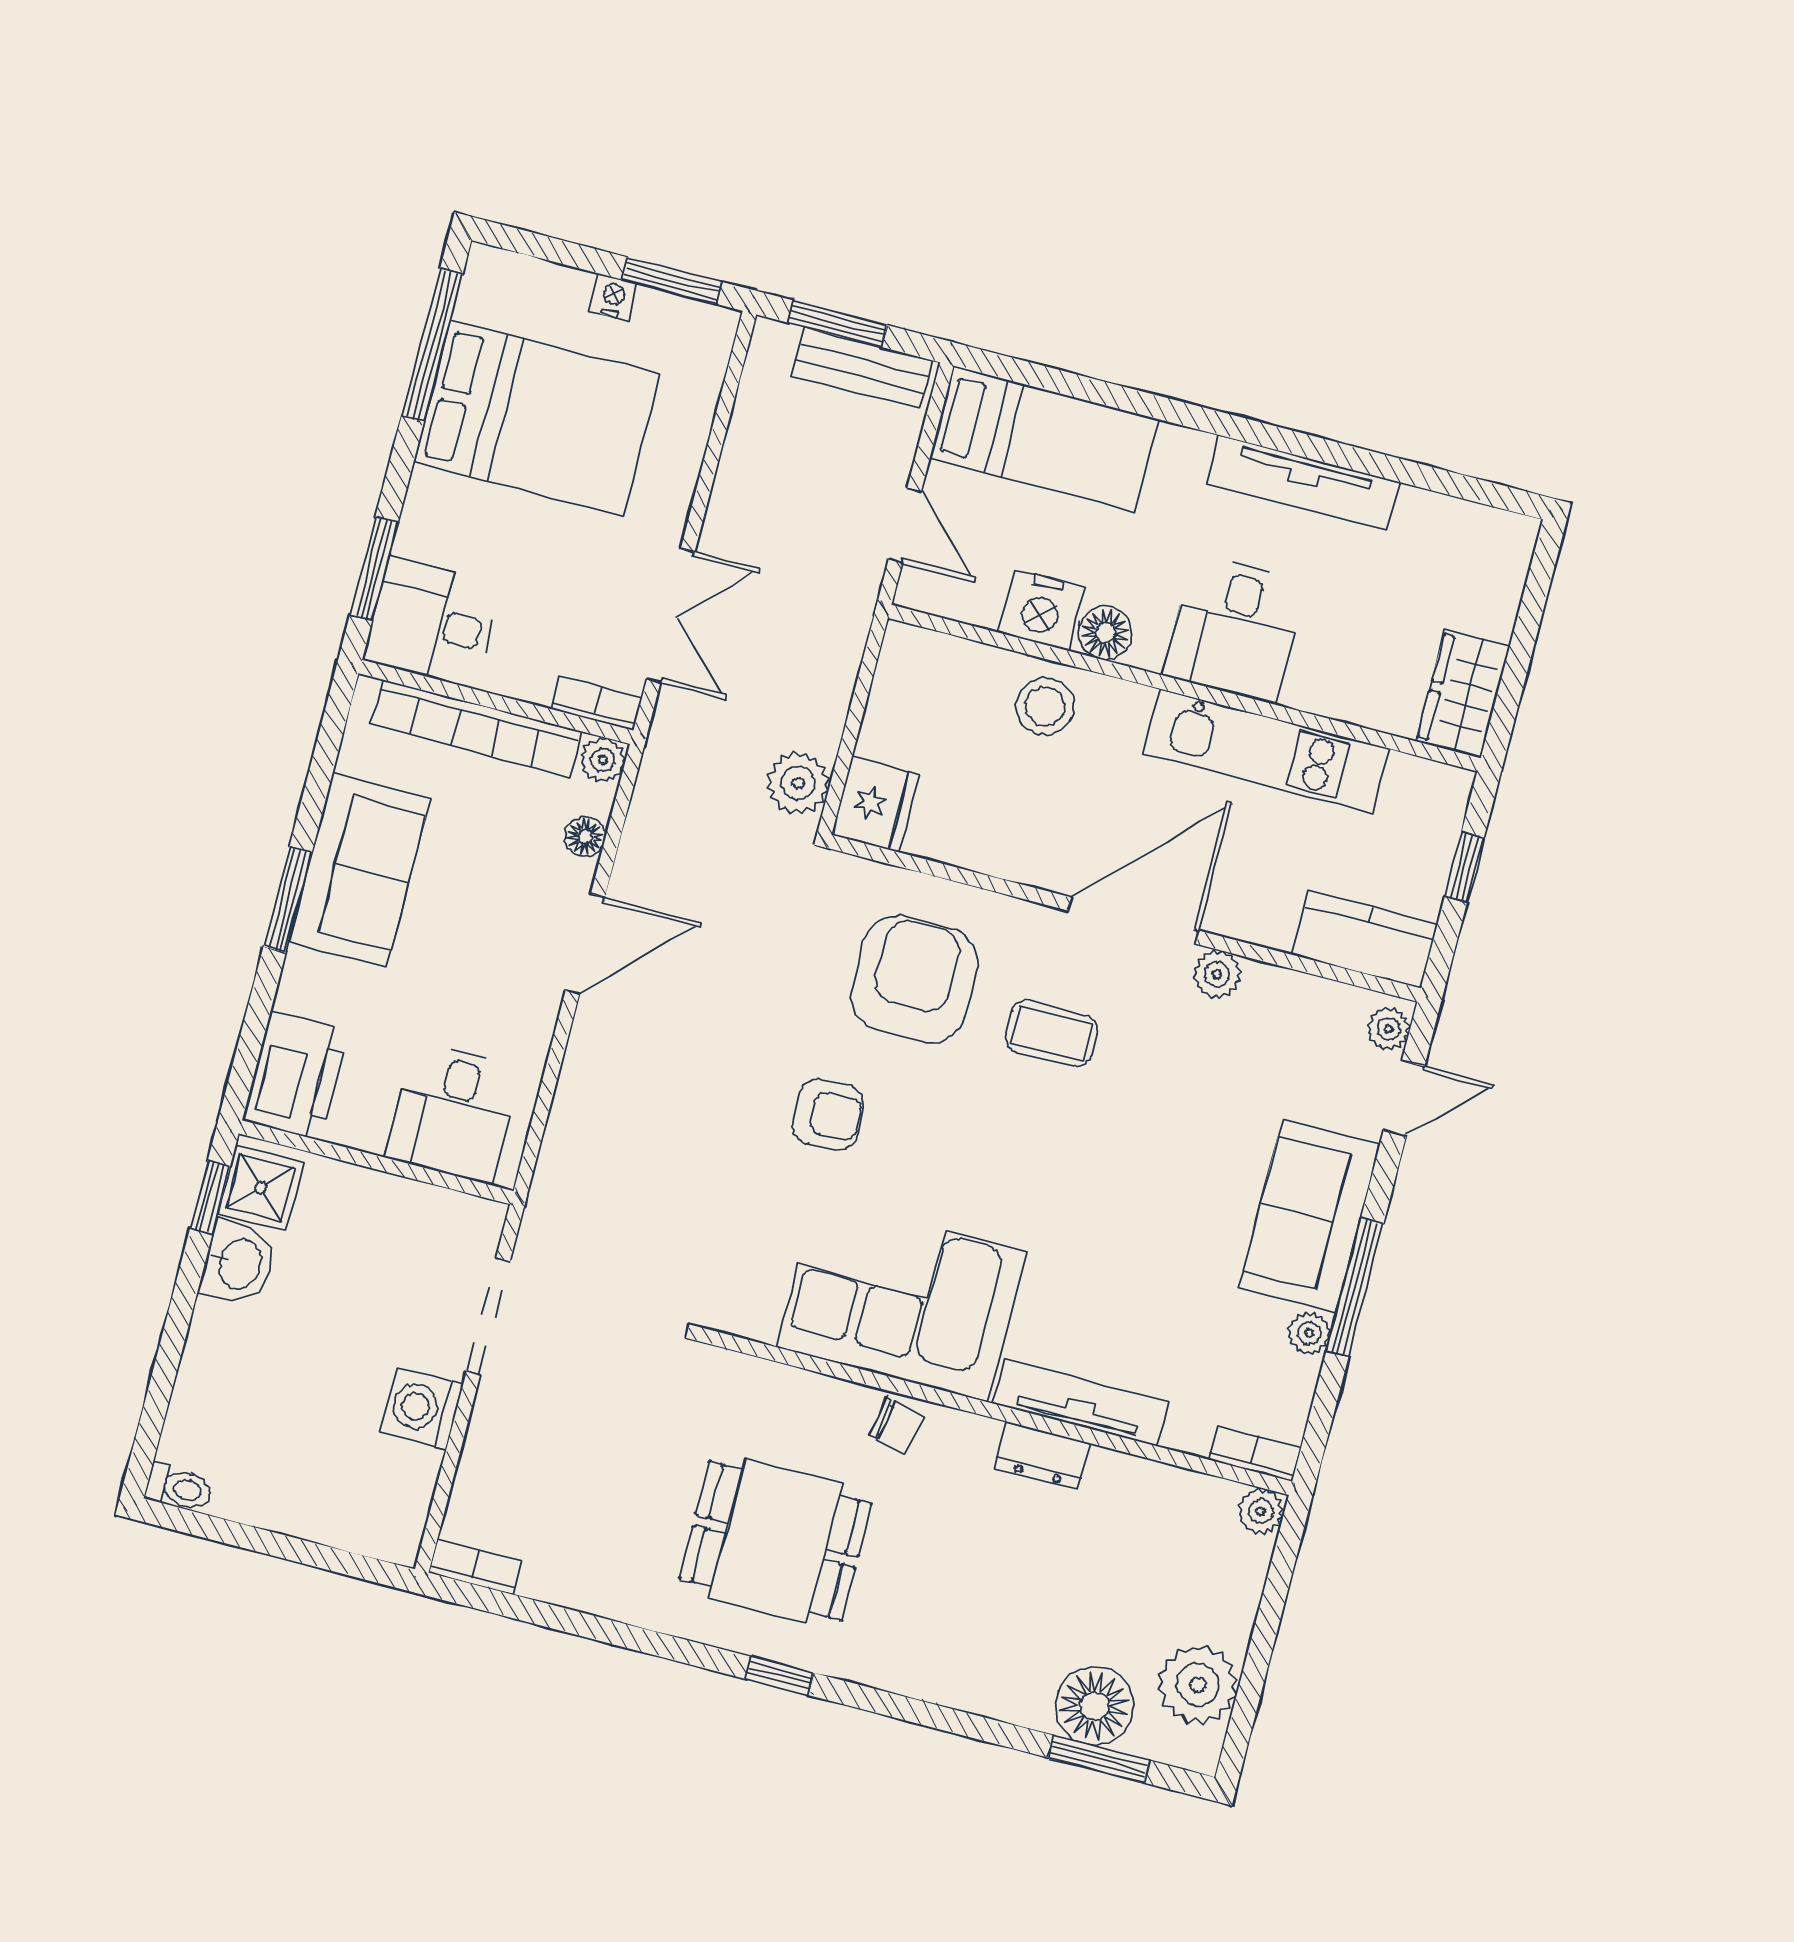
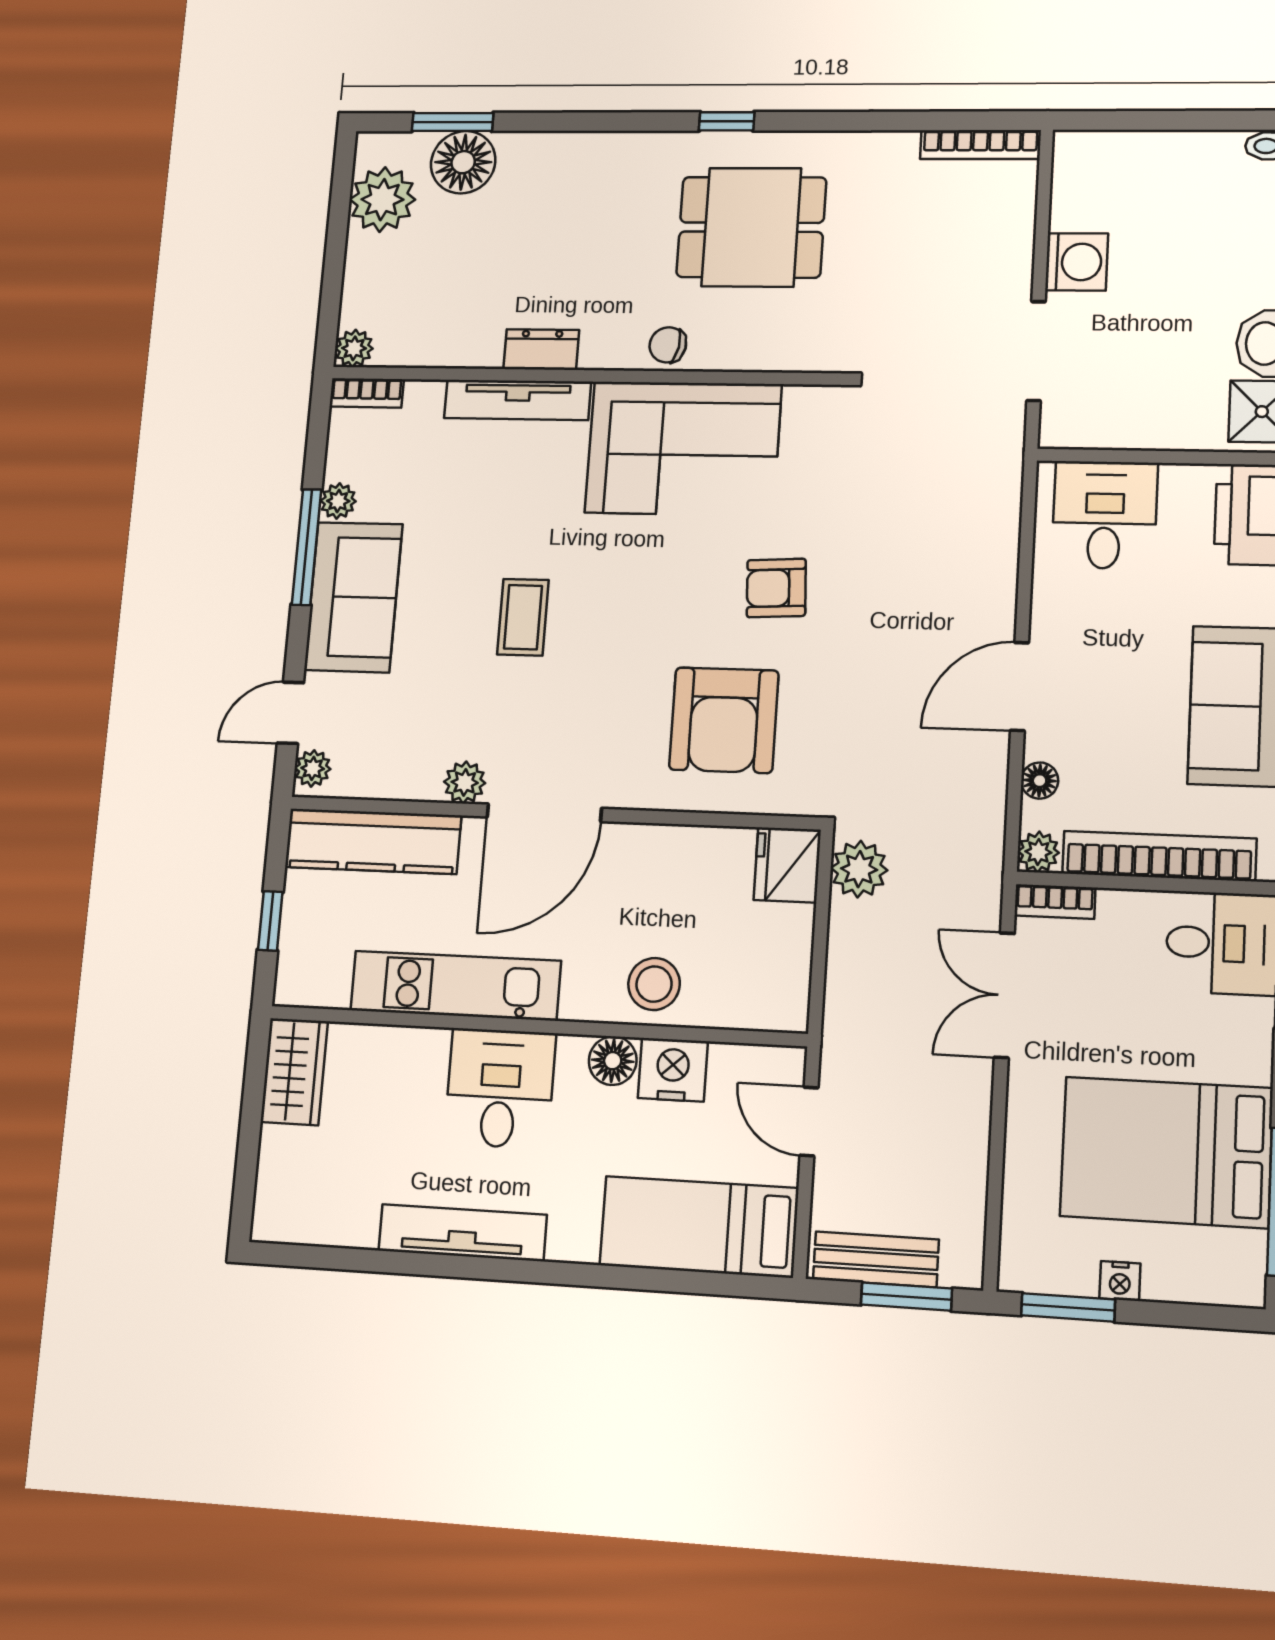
kitchen counter: (1365, 939) -> (373, 841), width x1.50
coffee table: (1051, 1034) -> (523, 617), moved, turned 90
bookcase: (475, 1567) -> (980, 145), width x1.56

